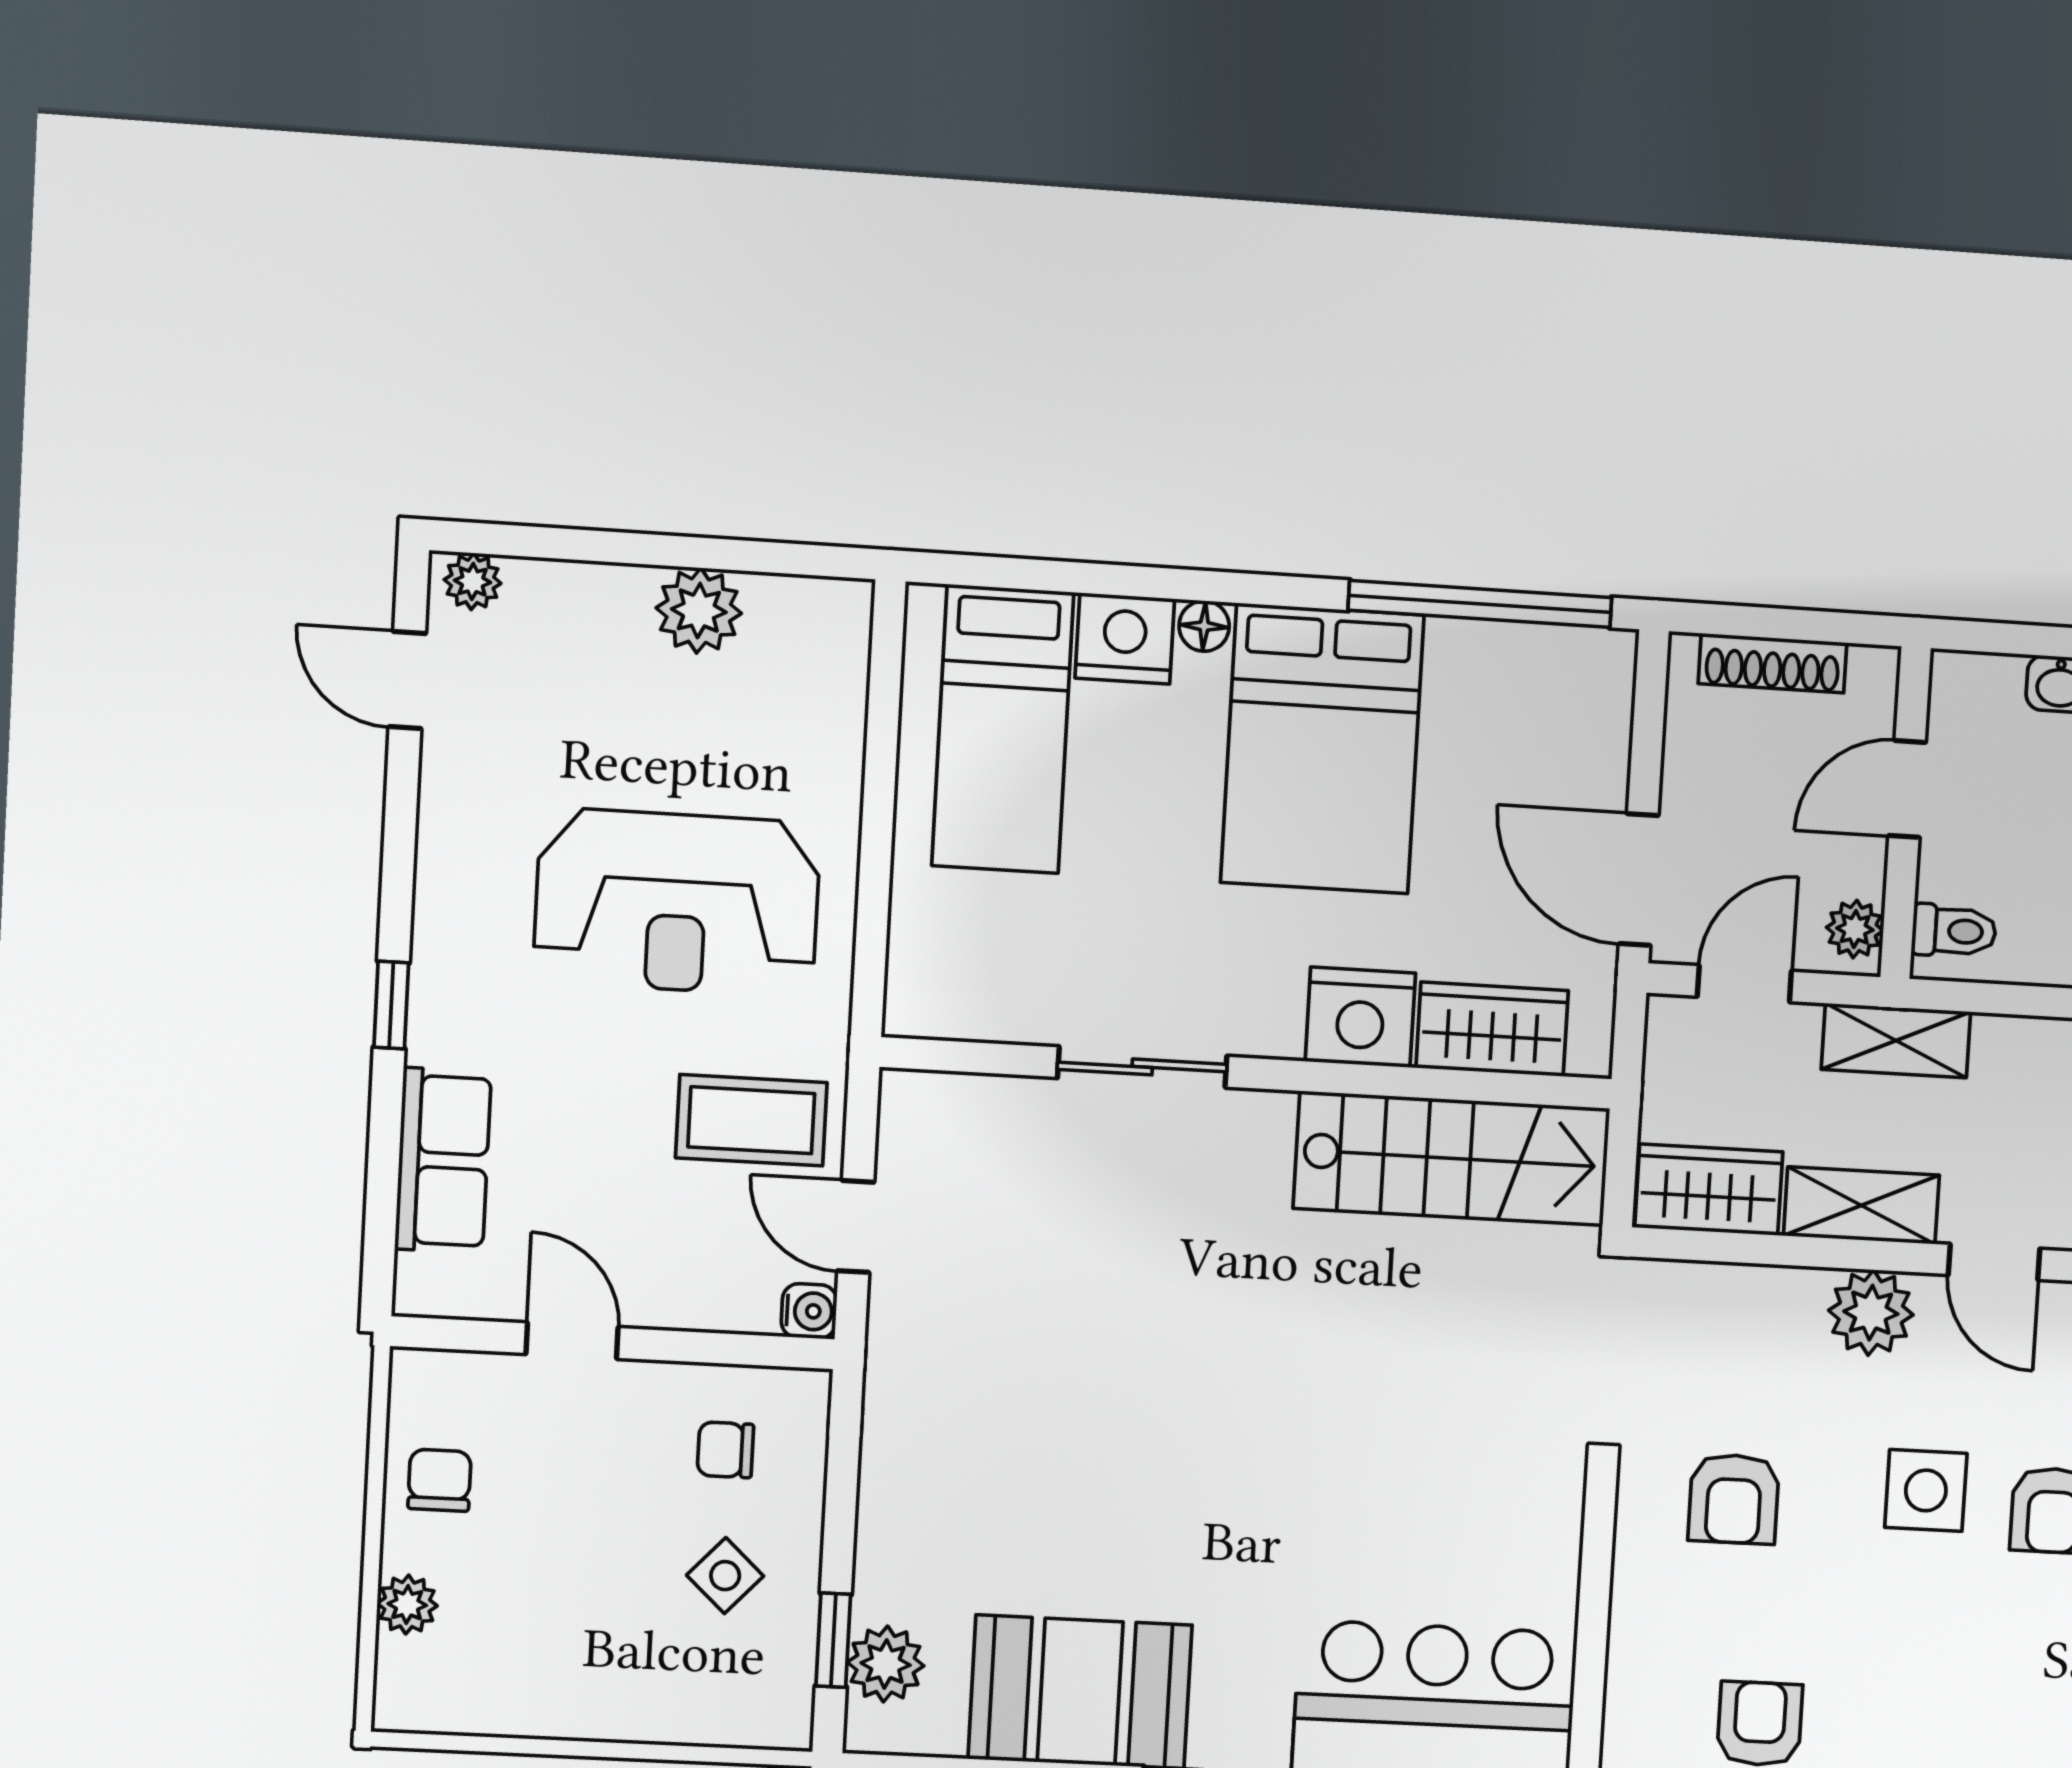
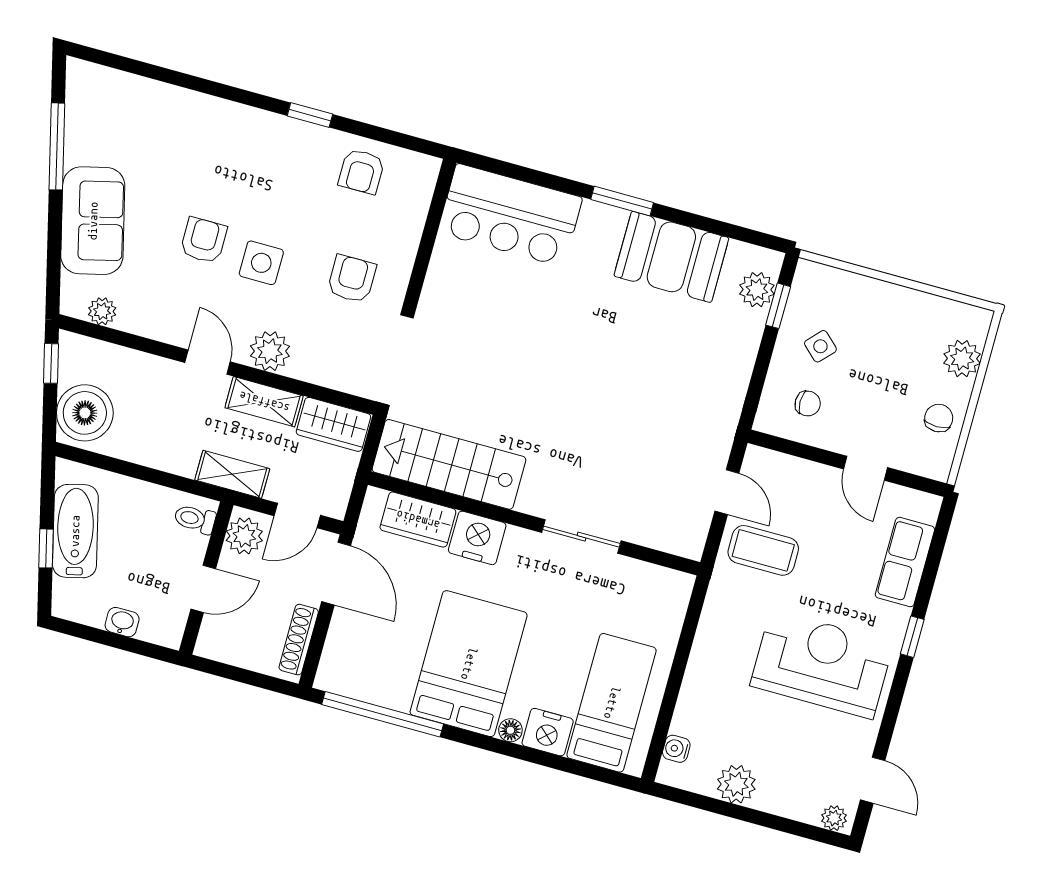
shoe rack: (1773, 663) -> (299, 640), moved, turned -90
reception desk: (677, 902) -> (822, 664), moved
plant: (1855, 929) -> (244, 536), width x1.38, depth x1.38
water cooler: (809, 1311) -> (676, 749), moved
chair: (440, 1480) -> (939, 418), turned 180
plant: (407, 1605) -> (962, 359), width x1.38, depth x1.38

